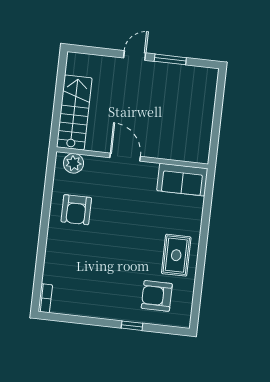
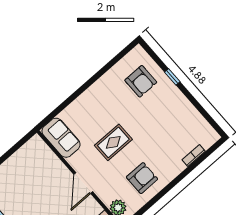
rug: (176, 255) -> (113, 142), moved
bookcase: (45, 298) -> (194, 155), moved

